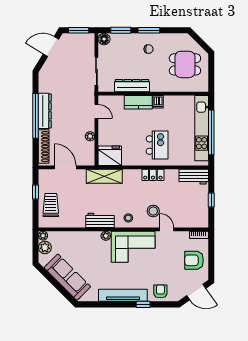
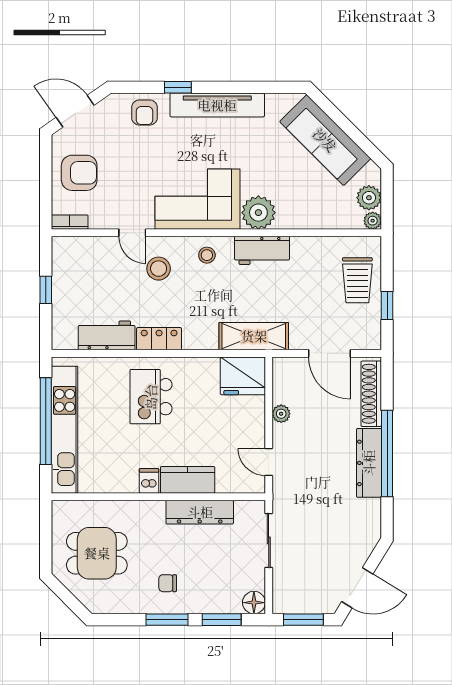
workbench: (194, 177) -> (107, 335), moved
plant: (106, 236) -> (258, 213), width x1.88, depth x1.88

